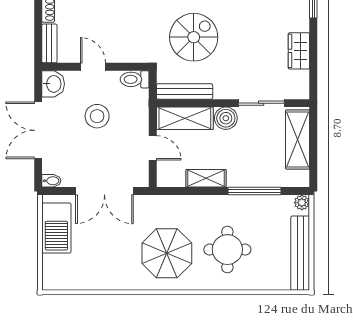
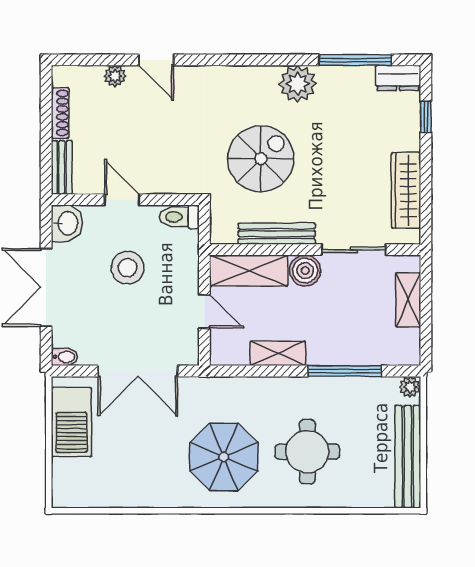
wardrobe: (299, 51) -> (406, 190), width x1.50
bench: (185, 91) -> (277, 234), moved
shelving: (298, 140) -> (408, 300), width x0.67, depth x0.75

